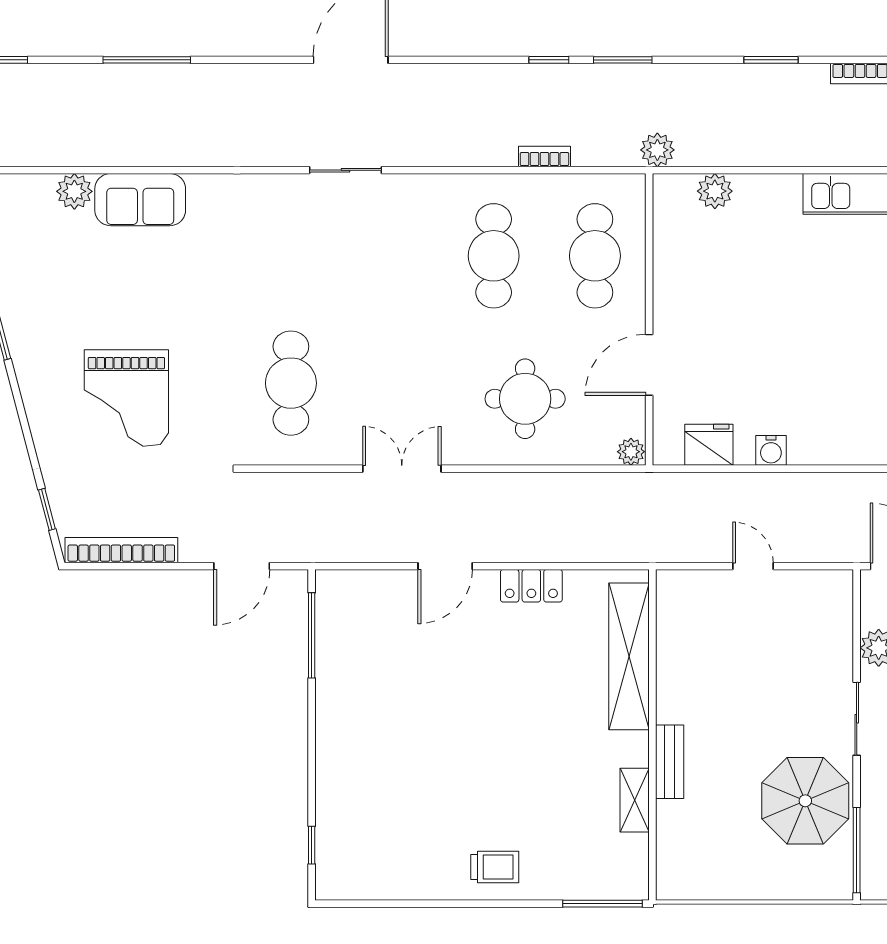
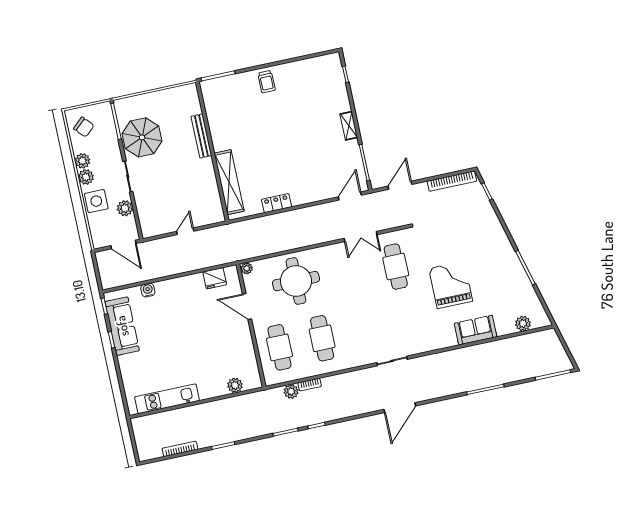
plant: (657, 150) -> (291, 391), moved
plant: (74, 191) -> (523, 324), moved
door: (649, 365) -> (247, 306), swing flipped
grand piano: (126, 398) -> (451, 285), moved
round table: (525, 399) -> (296, 281), width x1.36, depth x1.36
water cooler: (771, 450) -> (148, 290), moved
double door: (402, 469) -> (361, 236), moved
door: (445, 566) -> (350, 196), moved
door: (753, 566) -> (185, 231), swing flipped
bench: (670, 762) -> (201, 136), width x1.36
shelving: (635, 800) -> (349, 126), moved
trolley: (495, 867) -> (267, 82), turned -90

